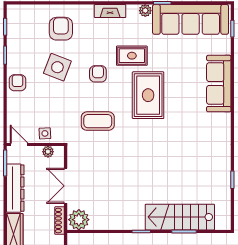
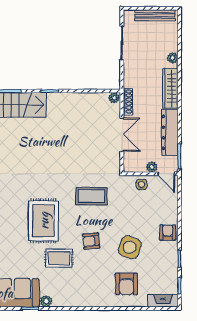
fireplace: (110, 11) -> (163, 301), moved
armchair: (98, 74) -> (91, 241), turned 84
armchair: (17, 83) -> (168, 233), turned 180
plant: (48, 152) -> (152, 167), moved
plant: (79, 220) -> (114, 98), width x0.53, depth x0.53

